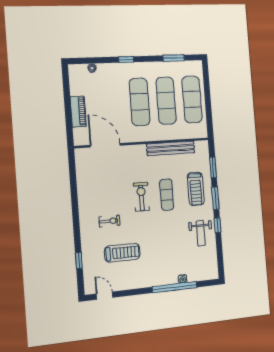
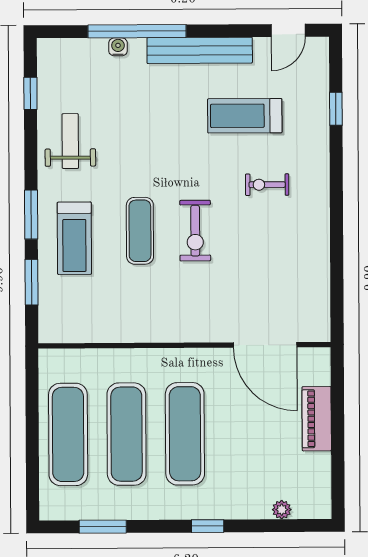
bench: (171, 148) -> (200, 50), moved
treadmill: (196, 189) -> (74, 238), turned 180
window: (218, 225) -> (30, 93), moved
door: (104, 296) -> (288, 30), hinge flipped

